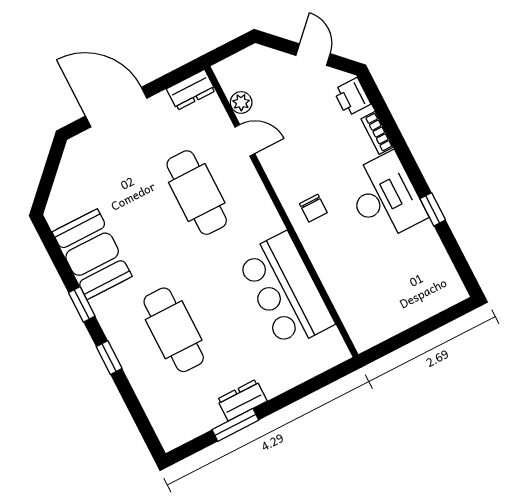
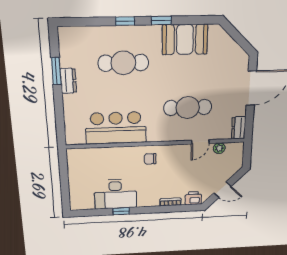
desk: (385, 197) -> (115, 194), moved

